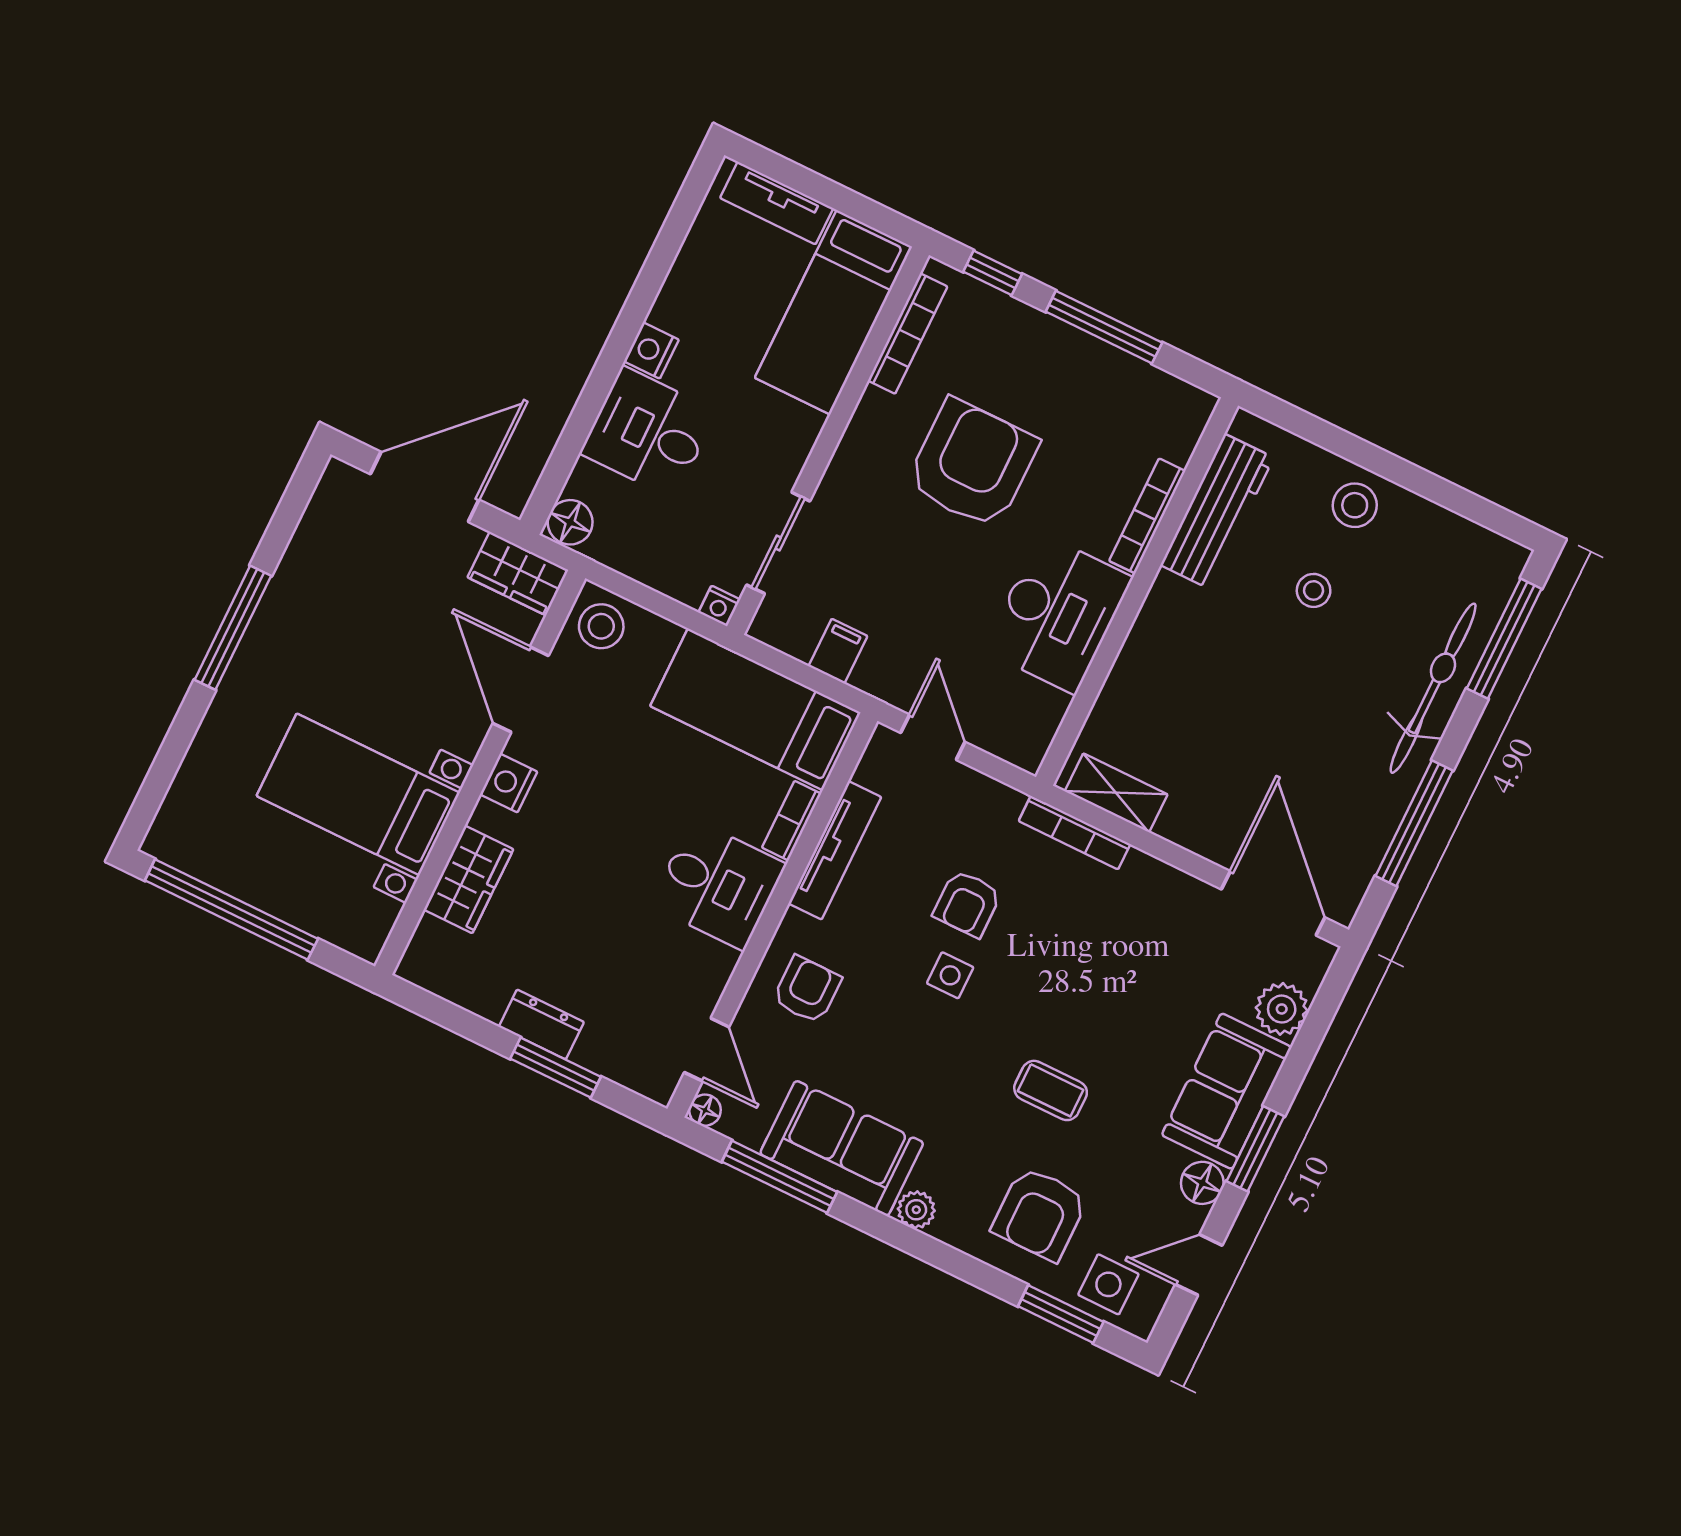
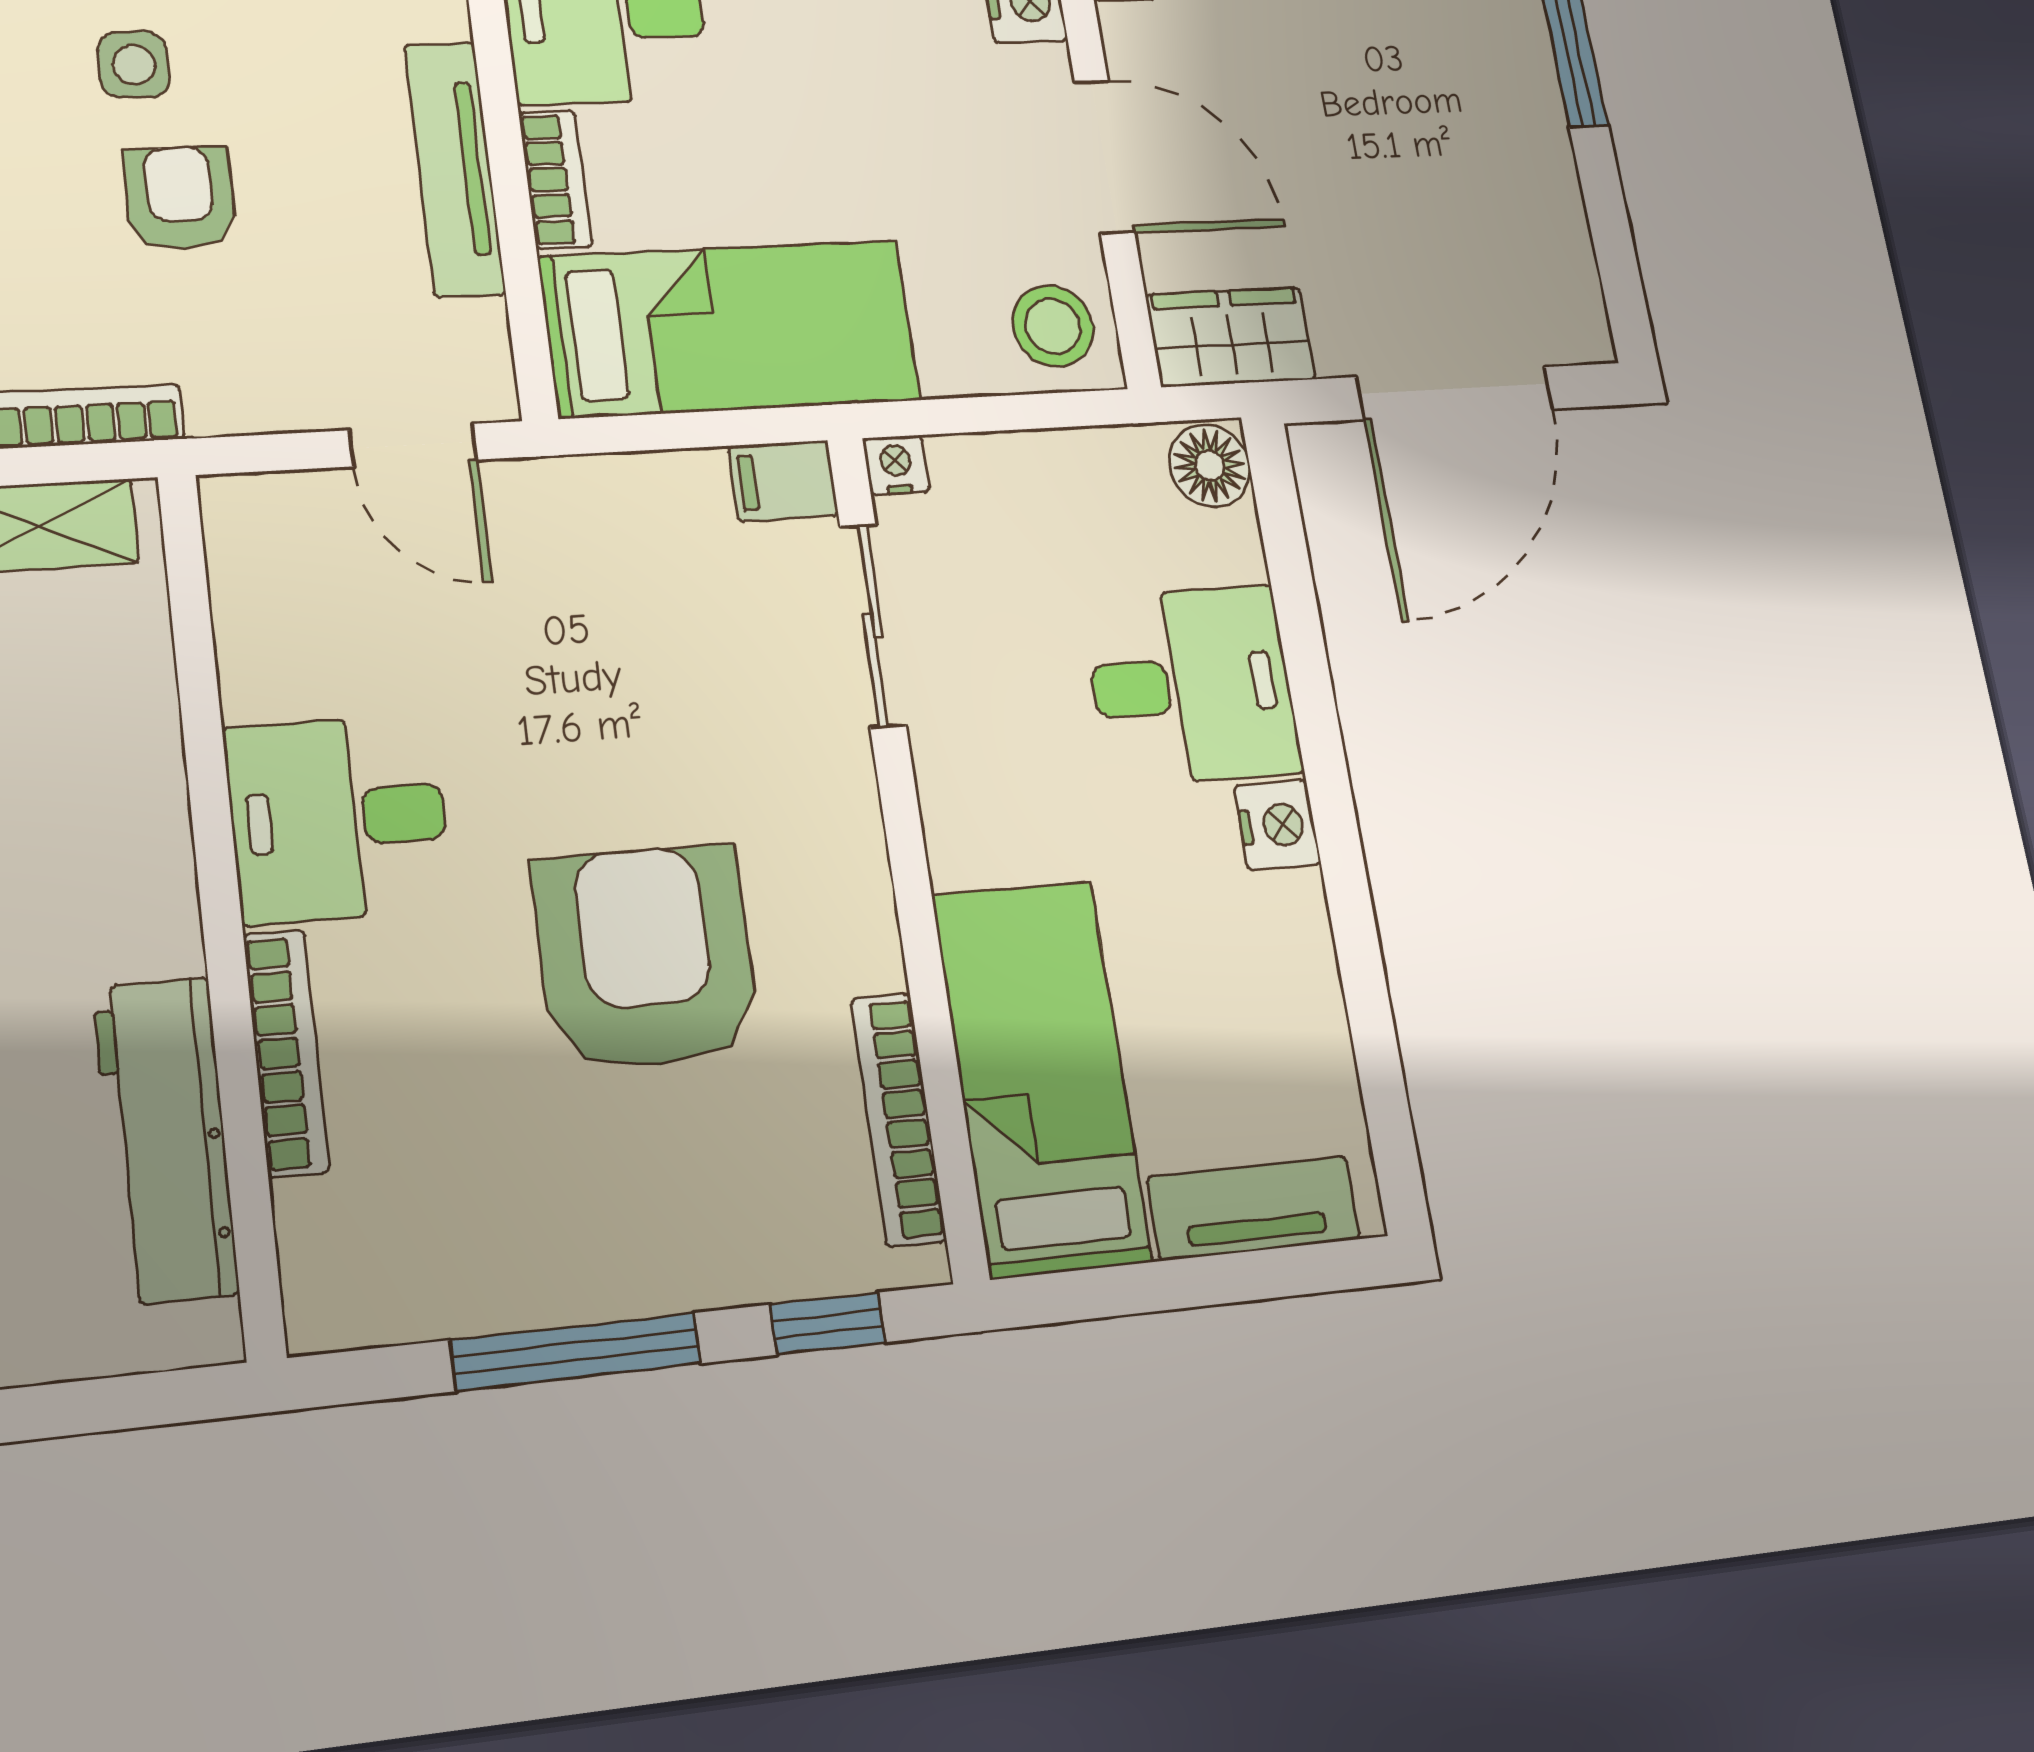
armchair: (972, 464) -> (646, 958), turned 180
desk: (1058, 614) -> (339, 818), width x0.73
filing cabinet: (838, 651) -> (783, 481), moved, turned 90

